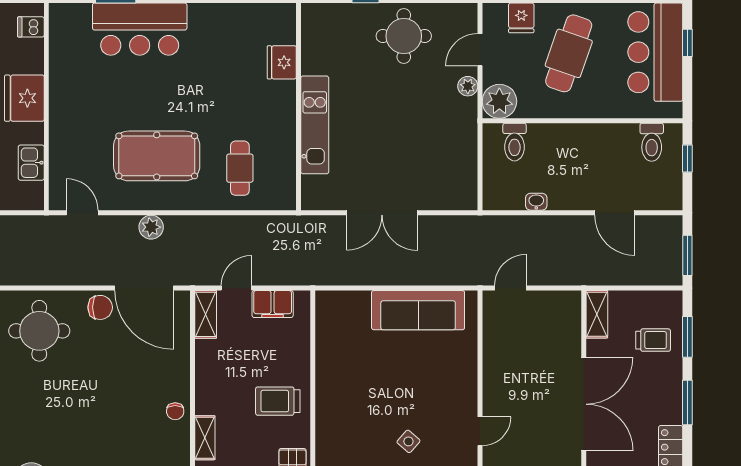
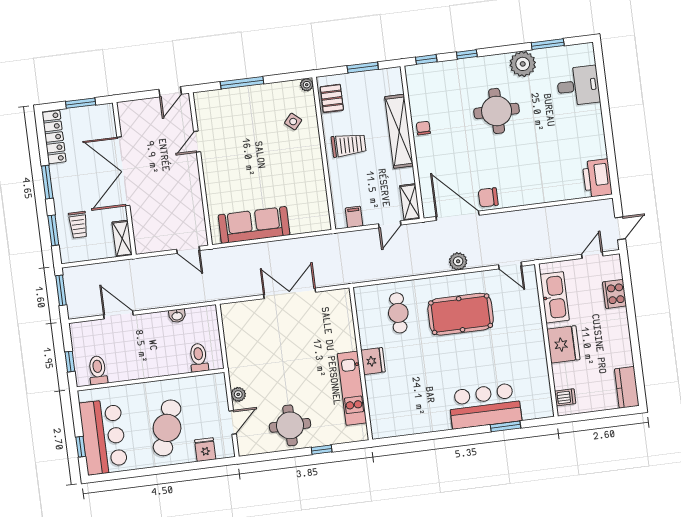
fridge: (282, 62) -> (373, 361), moved
plant: (499, 101) -> (214, 386), removed
kitchen unit: (315, 125) -> (352, 388), moved
kitchen sink: (31, 163) -> (555, 297), width x1.88, depth x1.24
door: (510, 288) -> (188, 250), hinge flipped
filing cabinet: (273, 304) -> (354, 217), width x0.50
round table: (39, 331) -> (497, 111), moved
trolley: (653, 340) -> (78, 225), turned -90
shelving: (205, 438) -> (399, 131), width x2.20, depth x1.33
side table: (408, 441) -> (293, 122), moved

